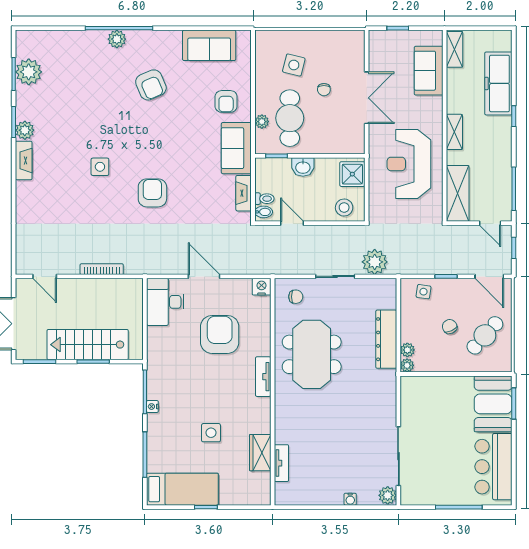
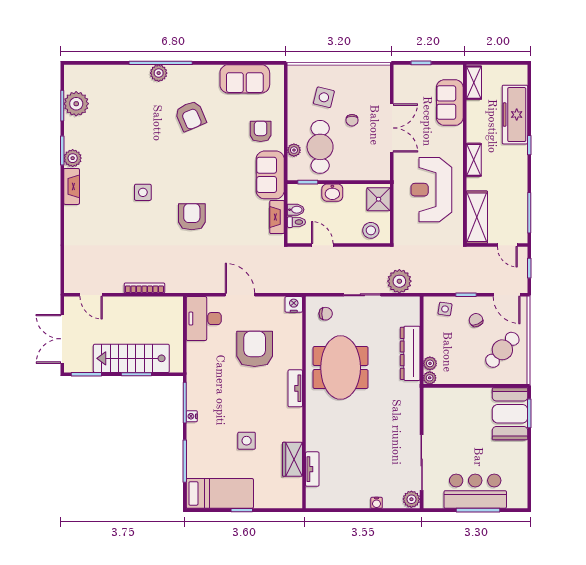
armchair: (226, 101) -> (261, 131), turned 180
bidet: (264, 212) -> (296, 210), moved
chair: (450, 327) -> (476, 320), moved
bar counter: (493, 467) -> (475, 491), moved, turned 90

